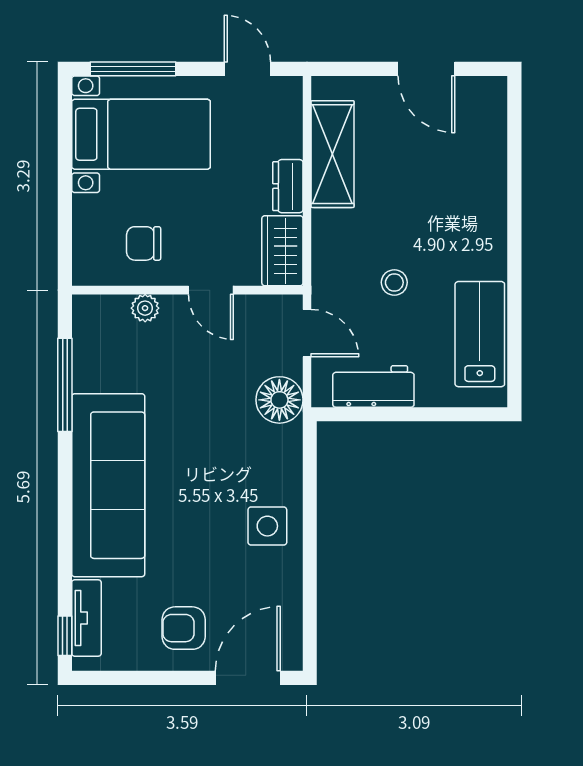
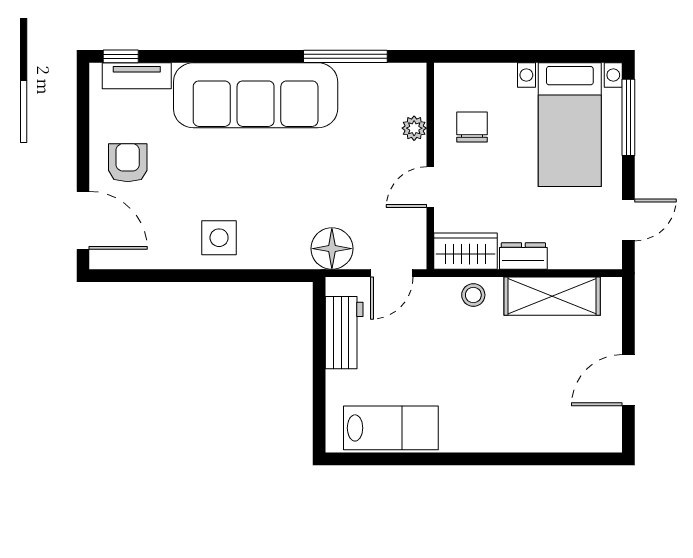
stool: (394, 282) -> (473, 295), moved

